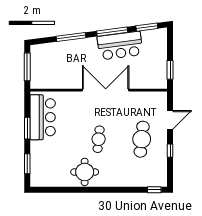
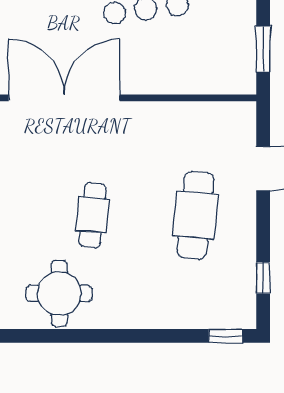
double door: (106, 90) -> (64, 98), moved
window: (170, 151) -> (263, 278), moved

